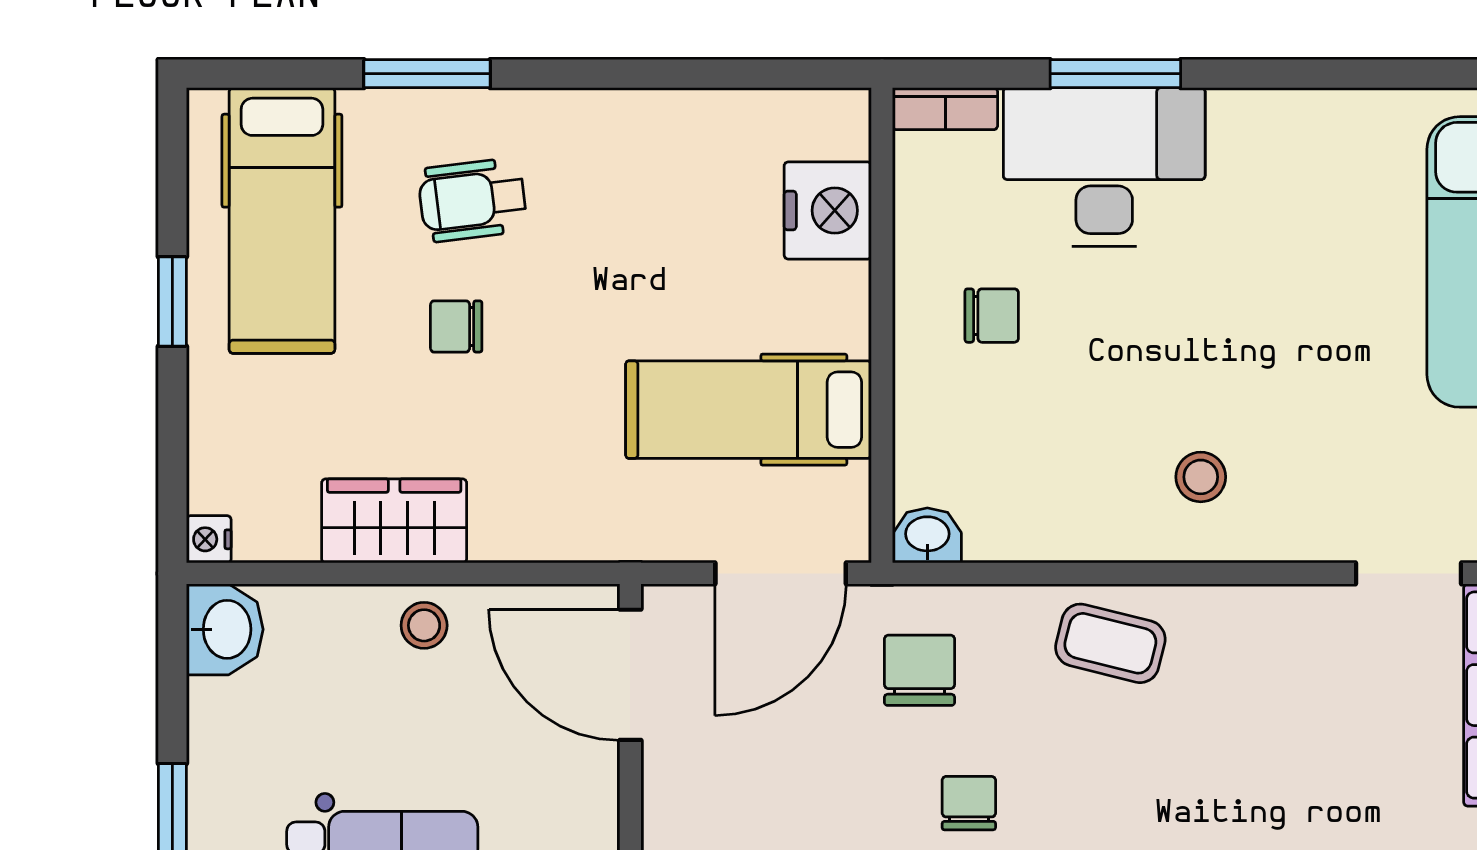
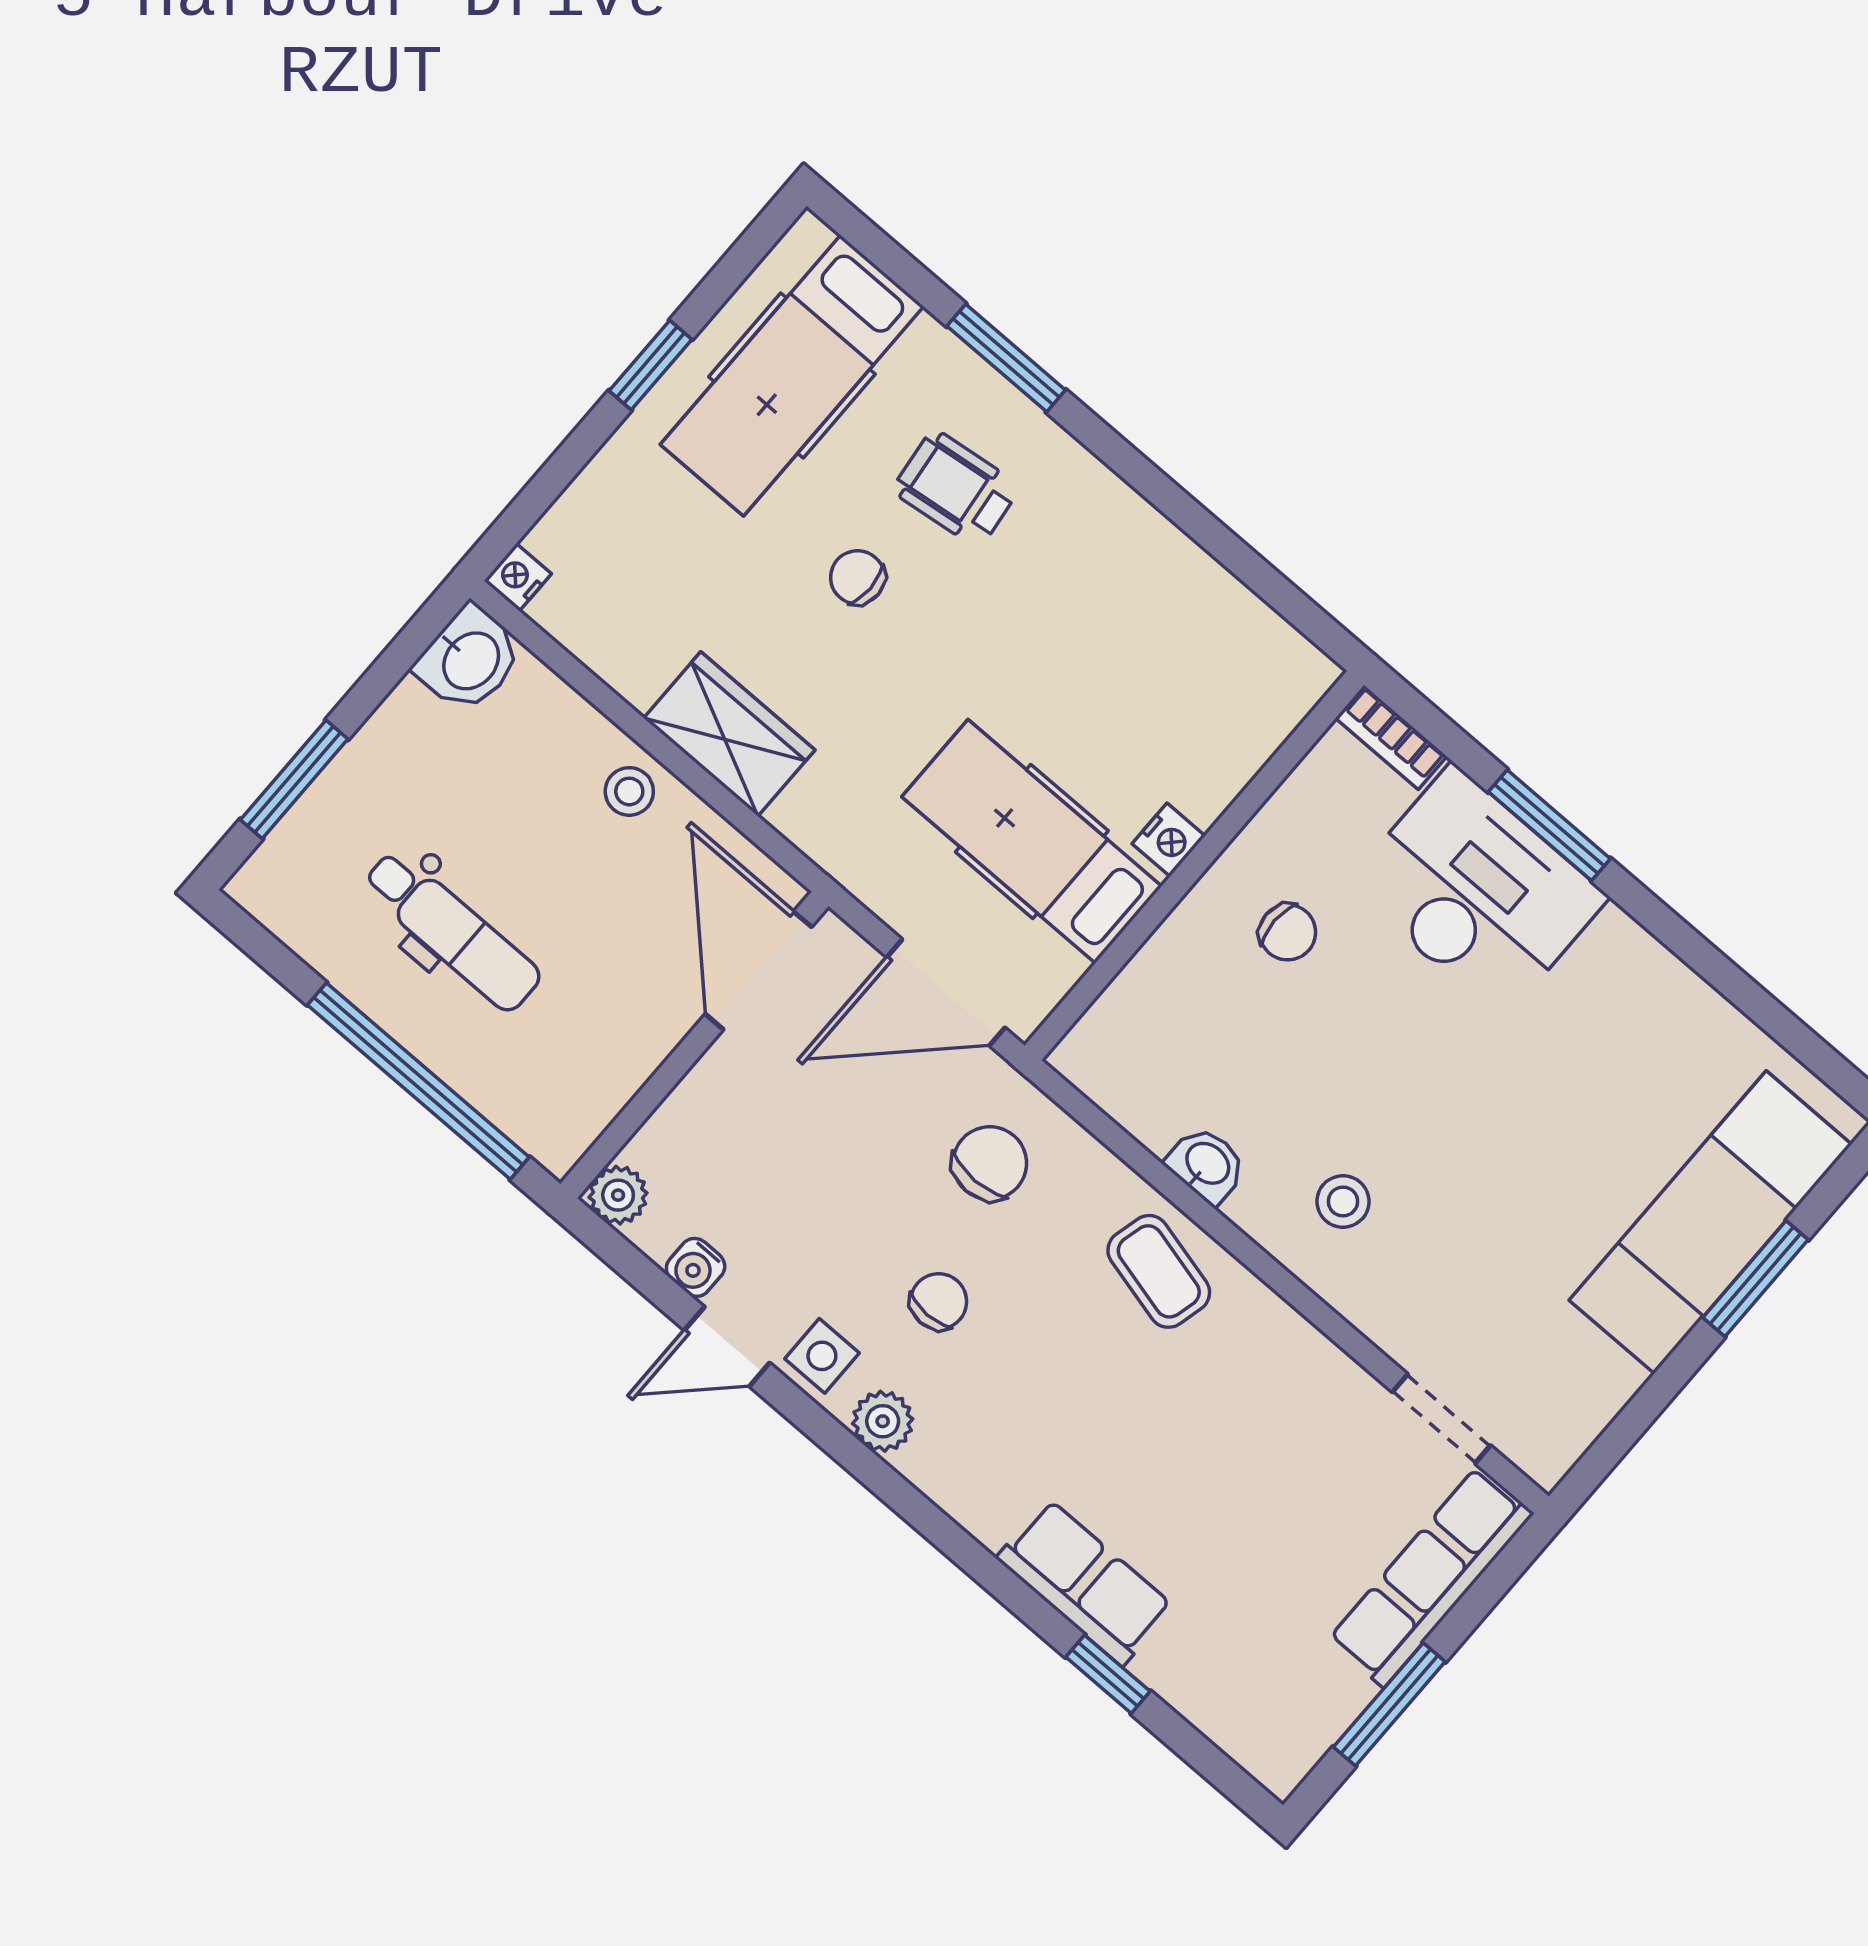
nightstand: (828, 210) -> (1169, 840), moved, width x0.53, depth x0.56
wardrobe: (394, 521) -> (729, 734), moved
washbasin: (927, 535) -> (1207, 1165), moved

